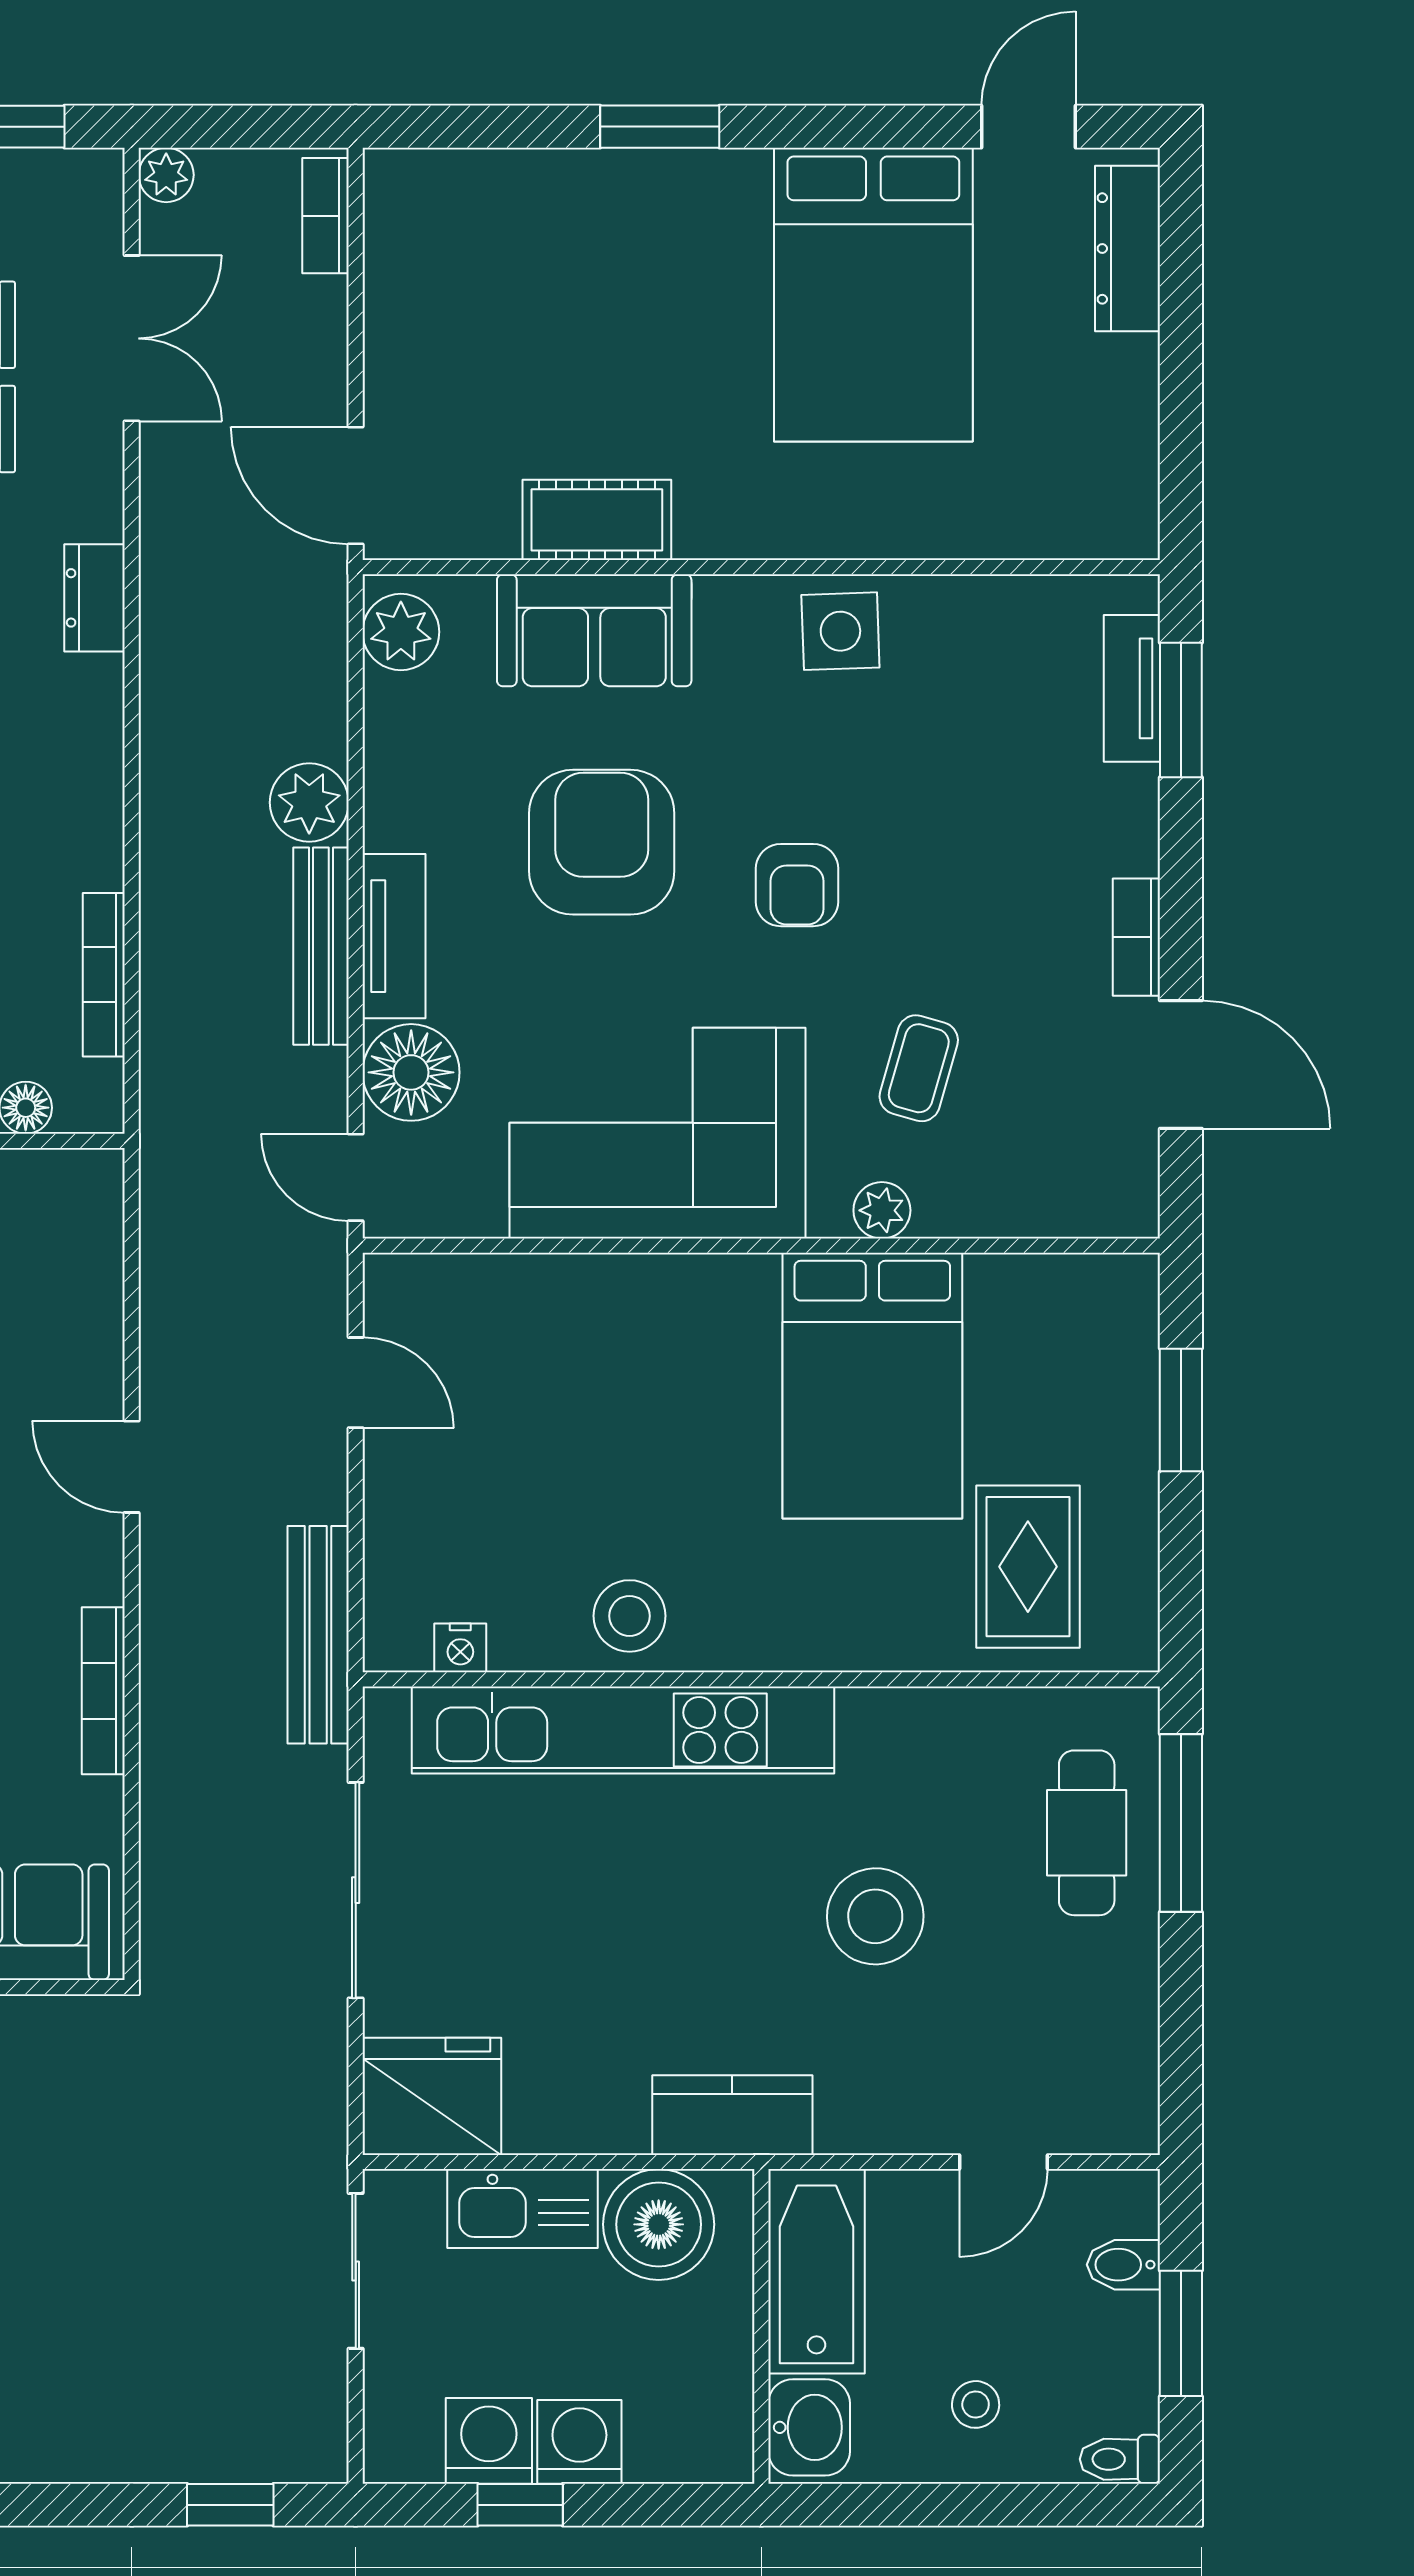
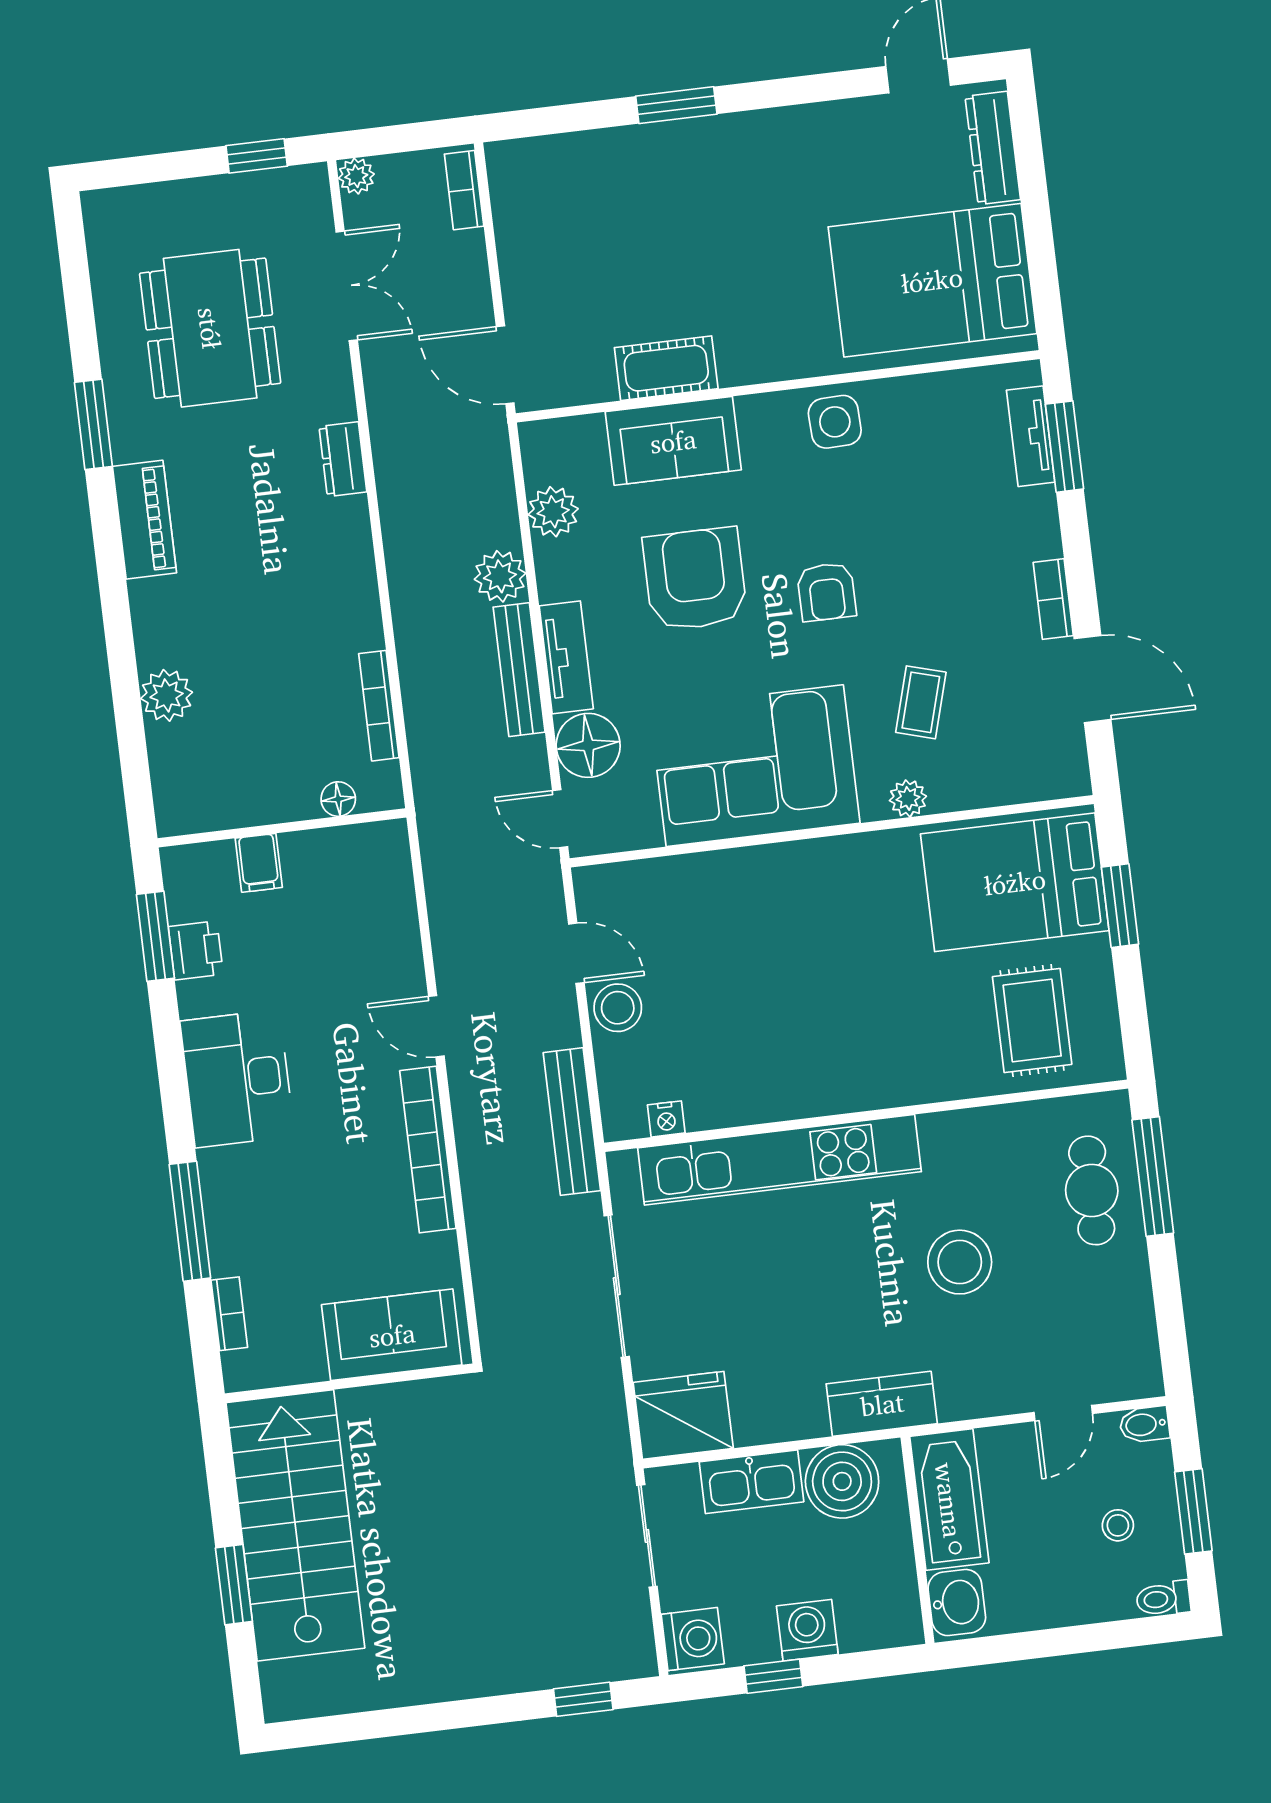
bed: (873, 295) -> (932, 280), moved, turned 90
plant: (401, 632) -> (553, 512), moved
bed: (872, 1386) -> (1015, 882), moved, turned 90
stool: (630, 1616) -> (618, 1008), moved
bookcase: (103, 1691) -> (428, 1150), width x1.48, depth x1.31
bidet: (1123, 2265) -> (1144, 1424), moved
stool: (976, 2404) -> (1118, 1525), moved
washing machine: (489, 2441) -> (693, 1639), moved, turned 90

